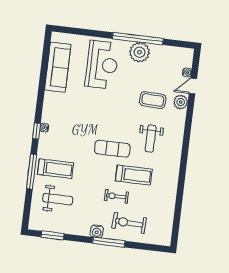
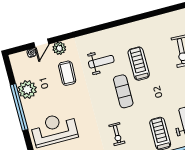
plant: (140, 52) -> (27, 90), moved
door: (193, 86) -> (41, 43), hinge flipped
exercise bike: (116, 196) -> (117, 134), moved

